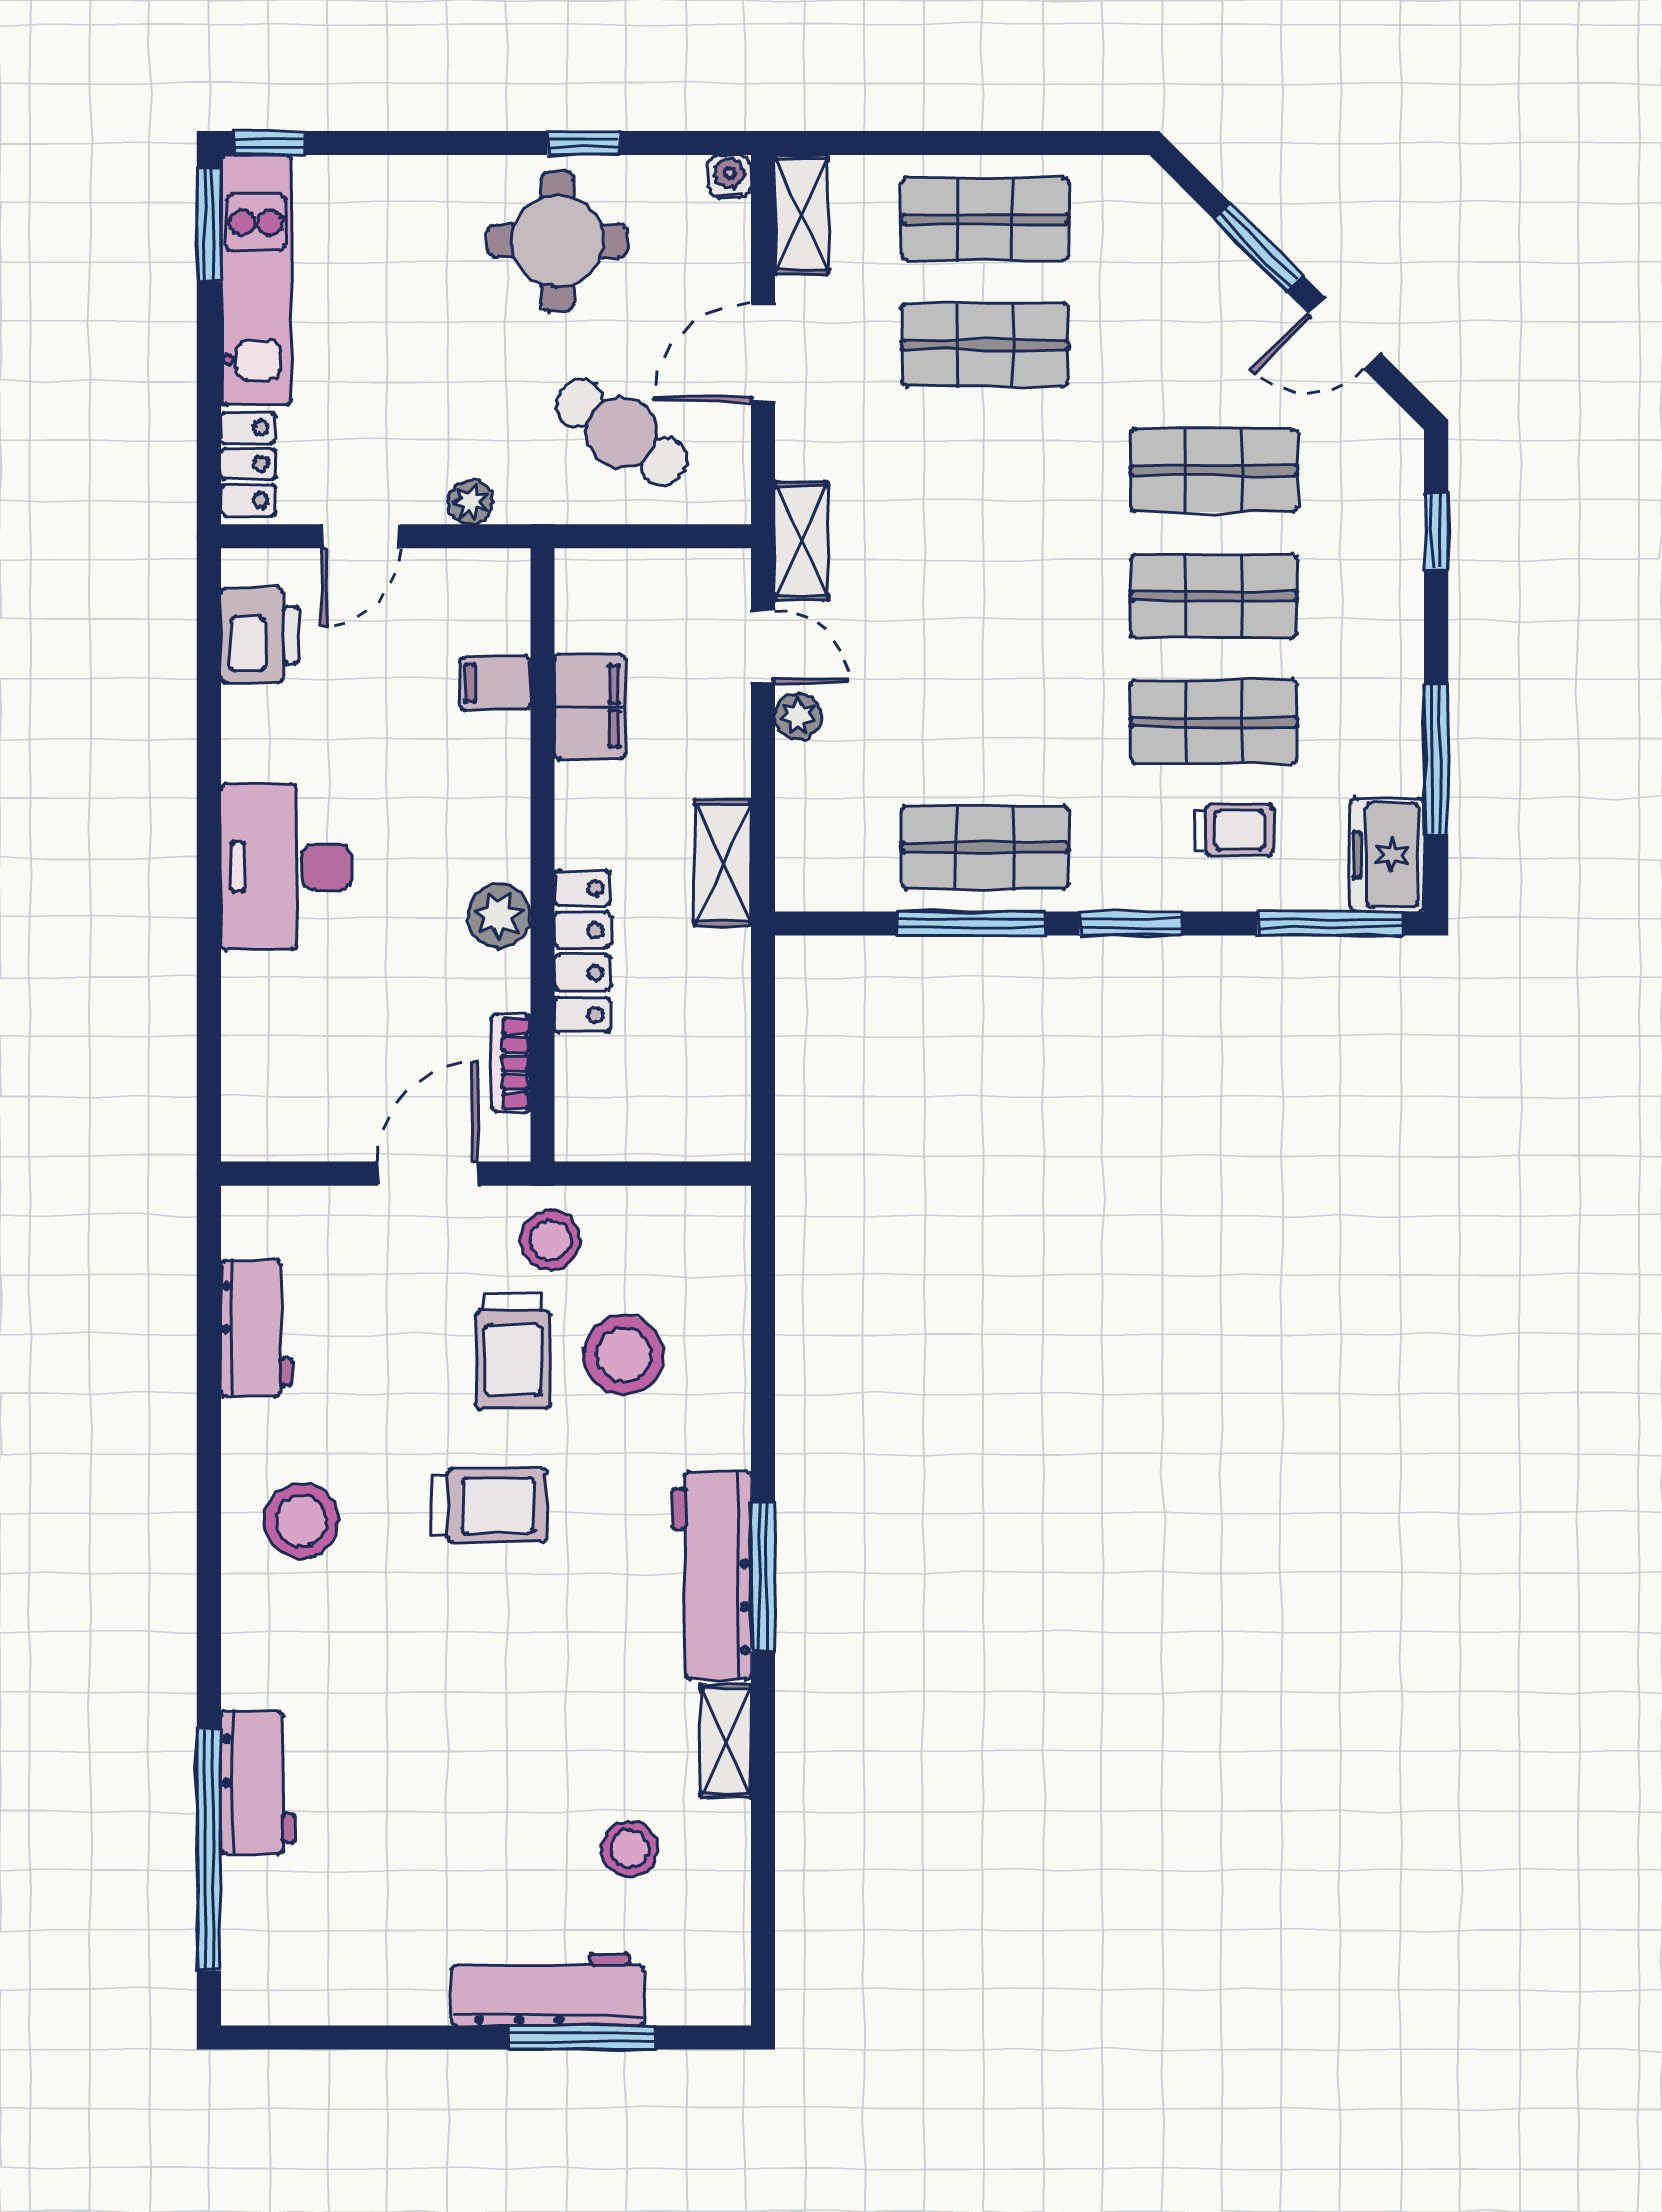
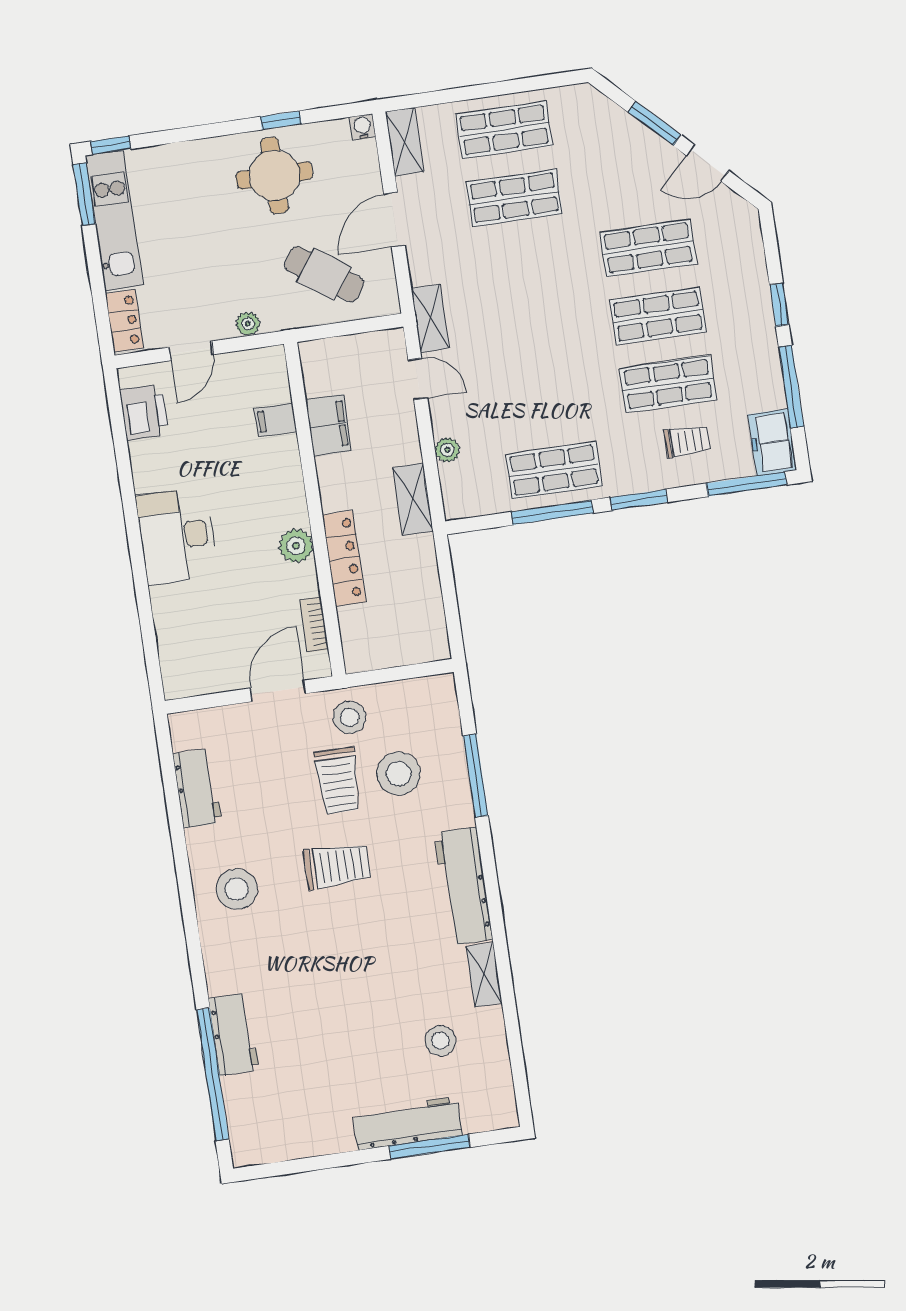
window: (1436, 531) -> (779, 305), moved
plant: (798, 716) -> (447, 450), moved
window: (763, 1576) -> (476, 776), moved

